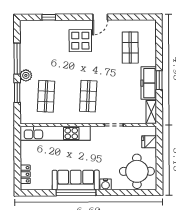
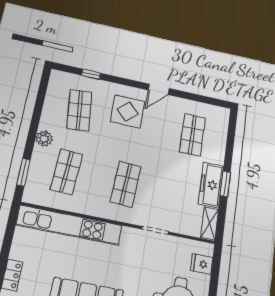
shop shelf: (46, 48) -> (79, 110), added
window: (17, 59) -> (37, 115), removed
window: (17, 93) -> (23, 172), moved

